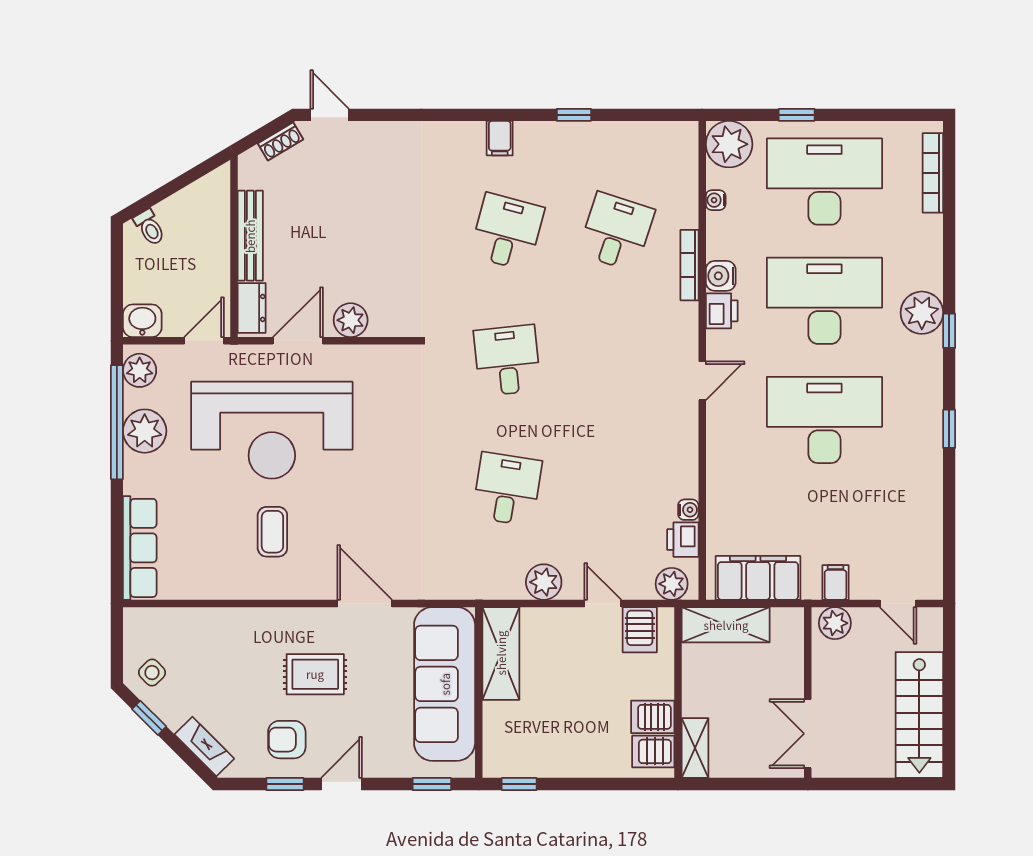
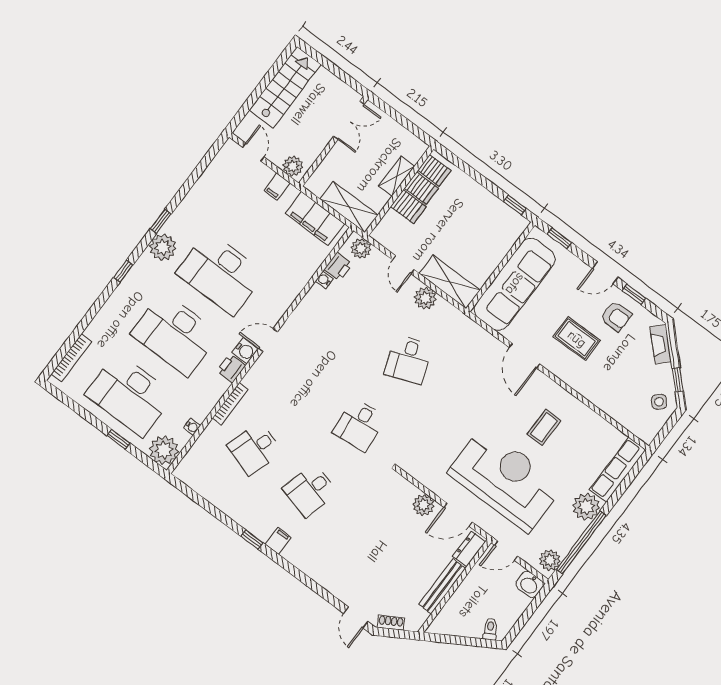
window: (574, 115) -> (252, 539), moved
water cooler: (721, 276) -> (245, 351), moved
plant: (922, 313) -> (163, 247), moved
plant: (145, 431) -> (586, 507), moved
desk: (507, 489) -> (408, 360), turned -30
server rack: (640, 630) -> (408, 207), moved, turned 90
shelving: (501, 653) -> (450, 282), moved, turned 90
shelving: (695, 748) -> (397, 176), moved

